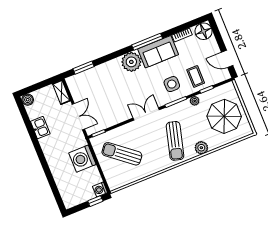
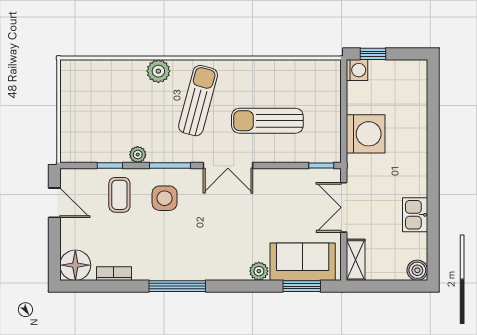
sofa: (158, 52) -> (303, 262), moved
plant: (131, 62) -> (259, 271), moved, width x0.53, depth x0.53
parasol: (224, 116) -> (99, 108), removed
sun lounger: (122, 154) -> (267, 121), moved, turned 141

